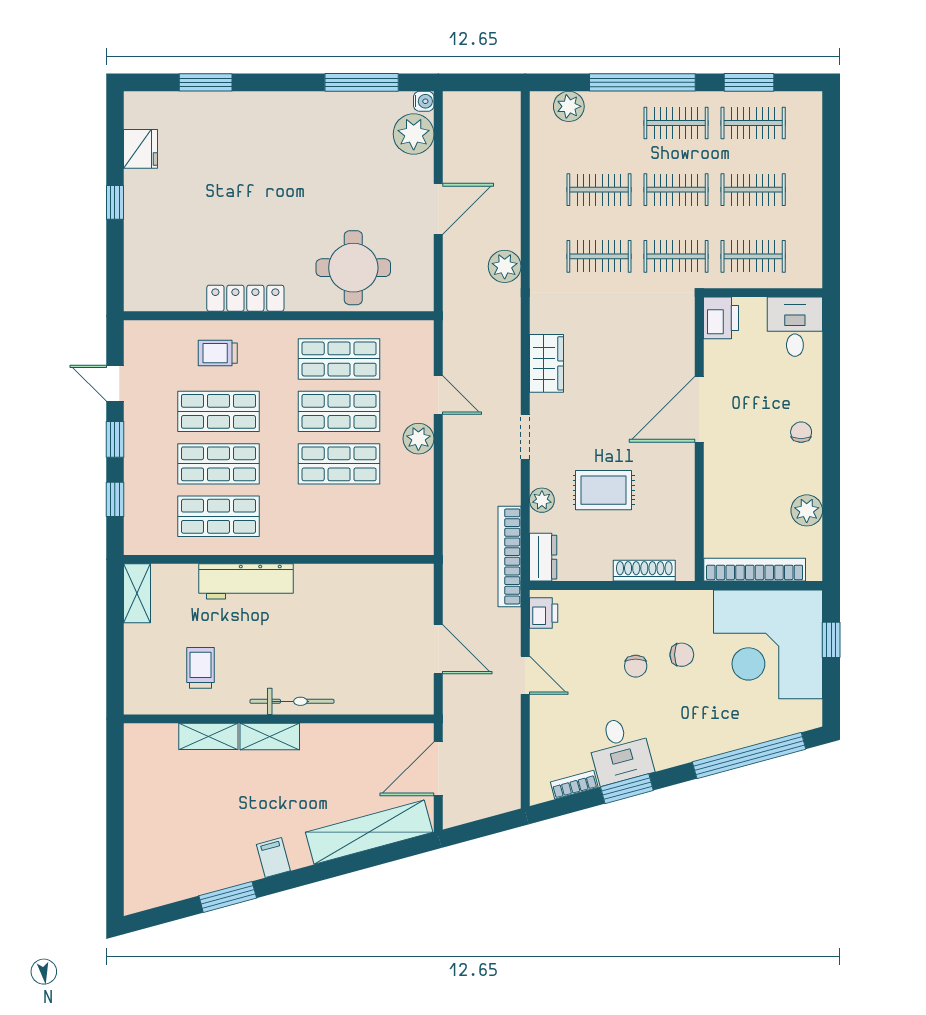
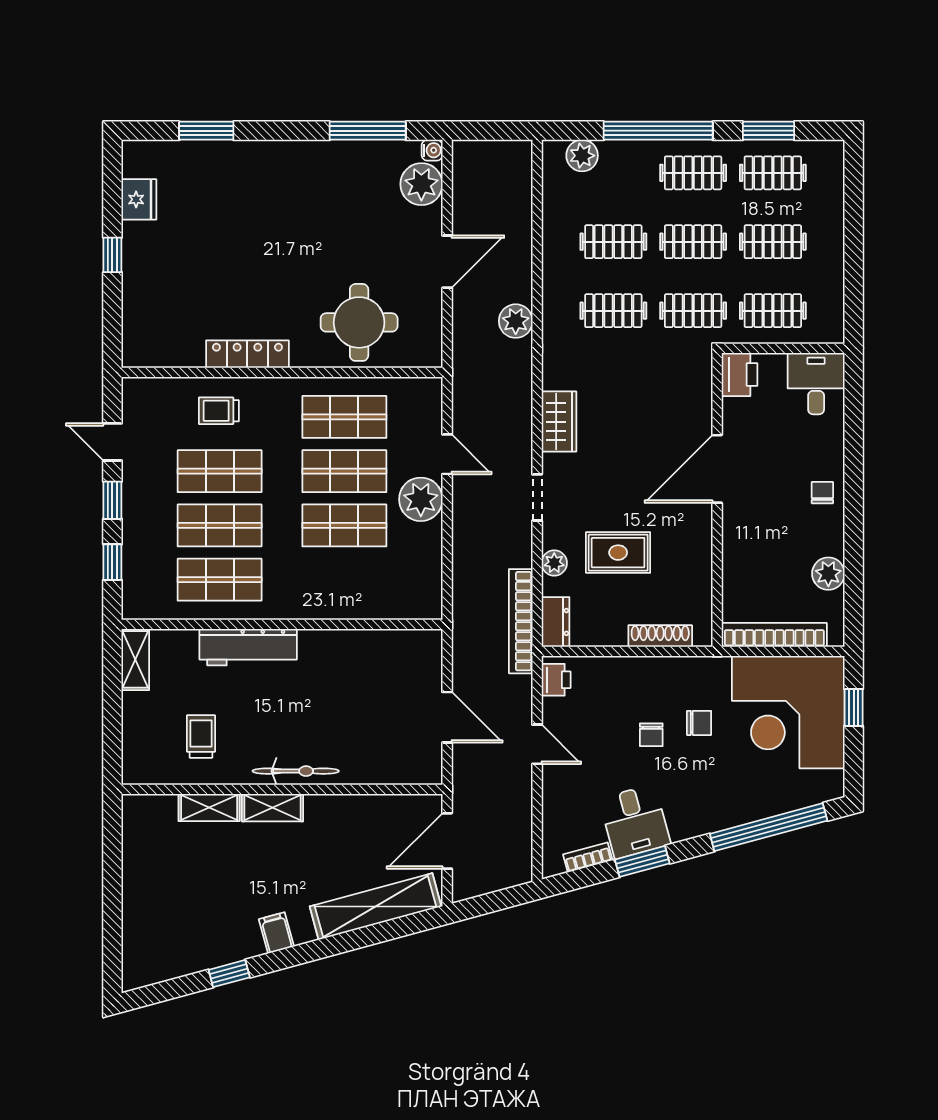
plant: (418, 439) -> (421, 499), width x1.36, depth x1.36
window: (228, 897) -> (229, 974), width x0.67

